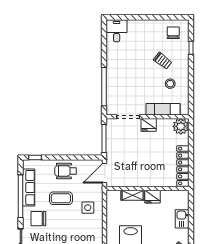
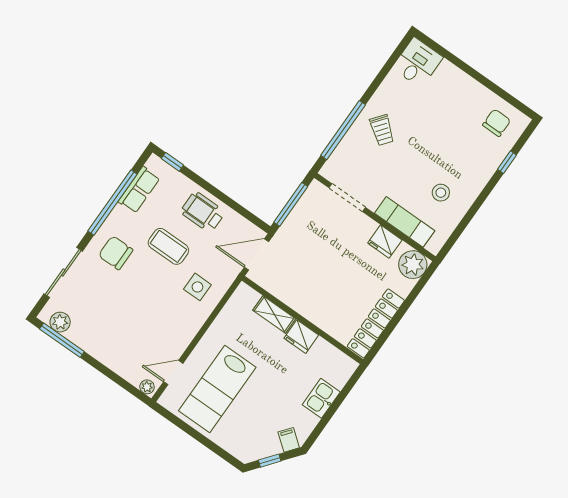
trolley: (163, 61) -> (382, 130), moved
fridge: (149, 125) -> (385, 241), moved
row of seats: (29, 188) -> (139, 190), width x0.68

